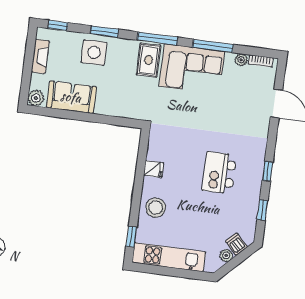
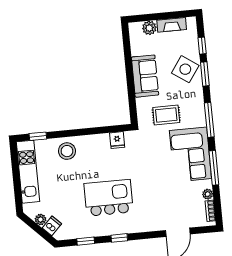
window: (58, 25) -> (202, 46), moved
side table: (94, 52) -> (185, 69), turned 35
rug: (149, 60) -> (166, 115), moved
sofa: (71, 97) -> (145, 76), moved
plant: (36, 98) -> (149, 28), moved
fridge: (154, 169) -> (117, 140), moved
kitchen island: (219, 173) -> (109, 198), width x1.37, depth x1.28

